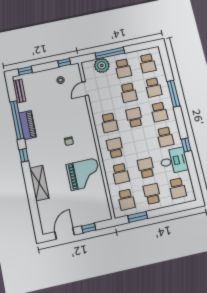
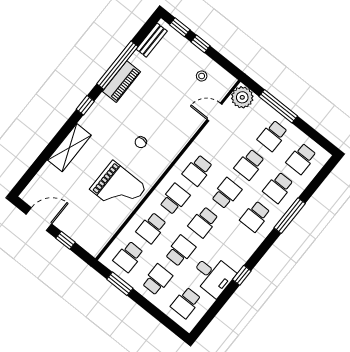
window: (64, 63) -> (200, 44), moved
plant: (102, 65) -> (242, 97), moved
school desk: (165, 137) -> (203, 222), moved

